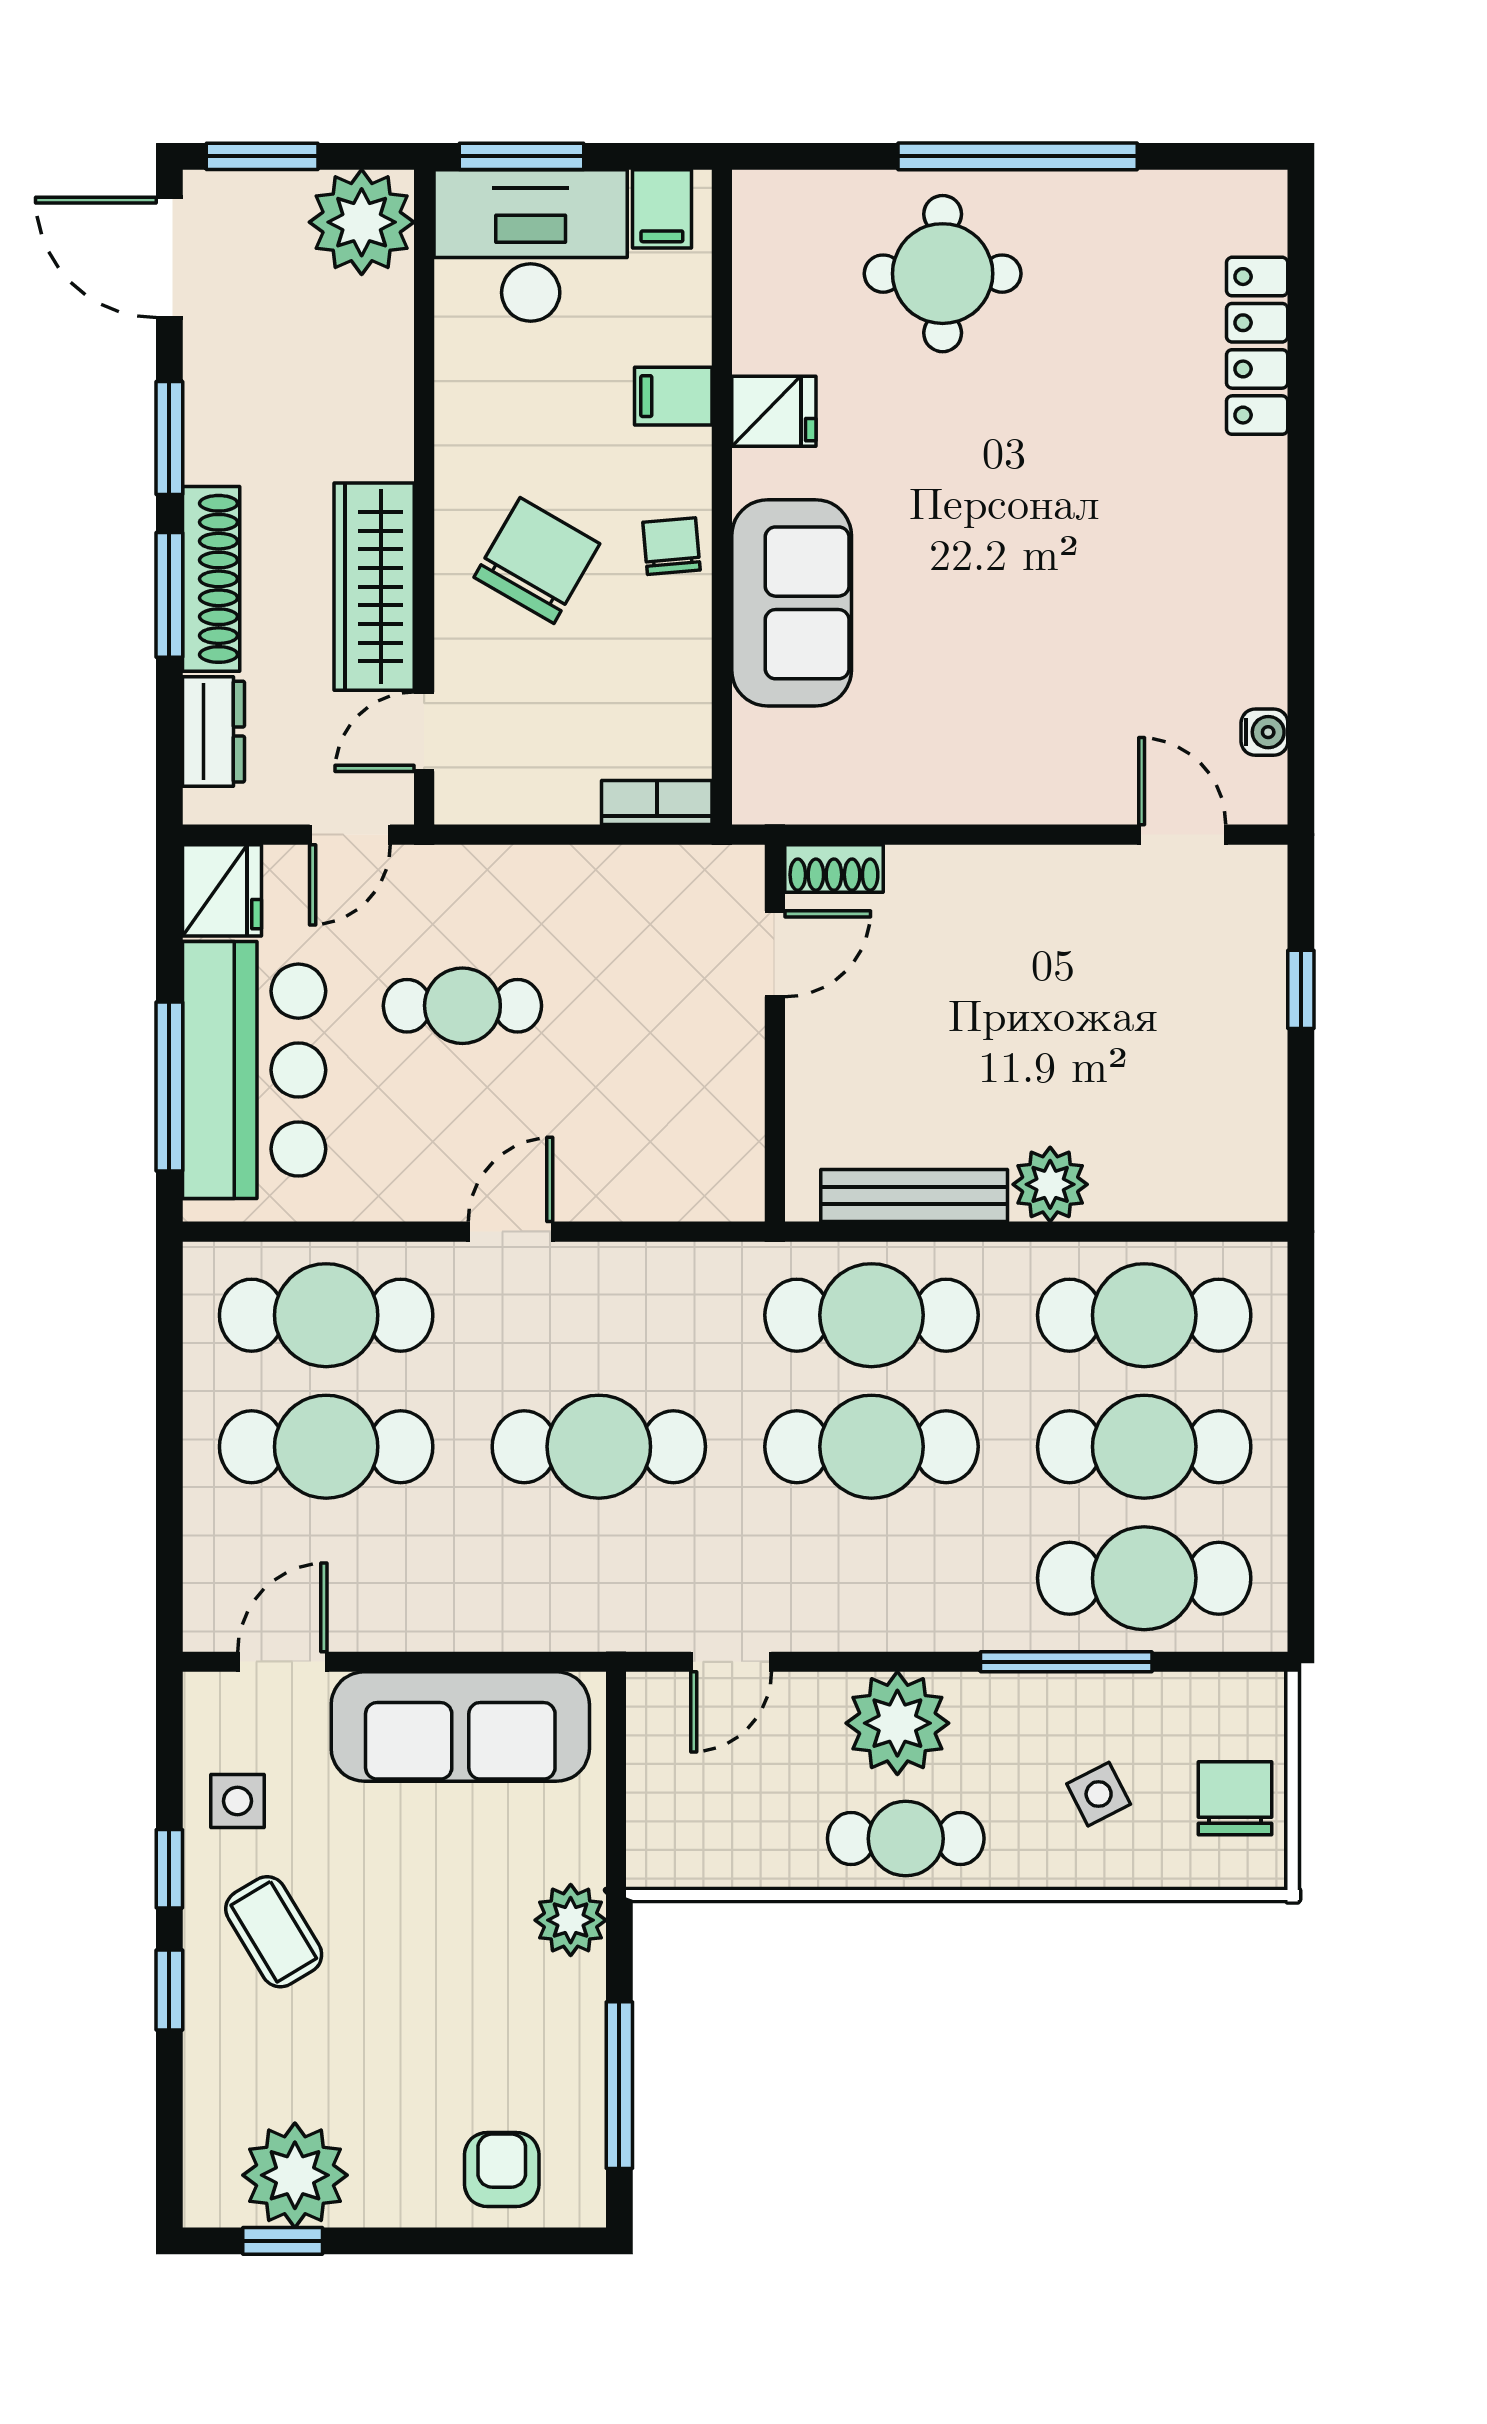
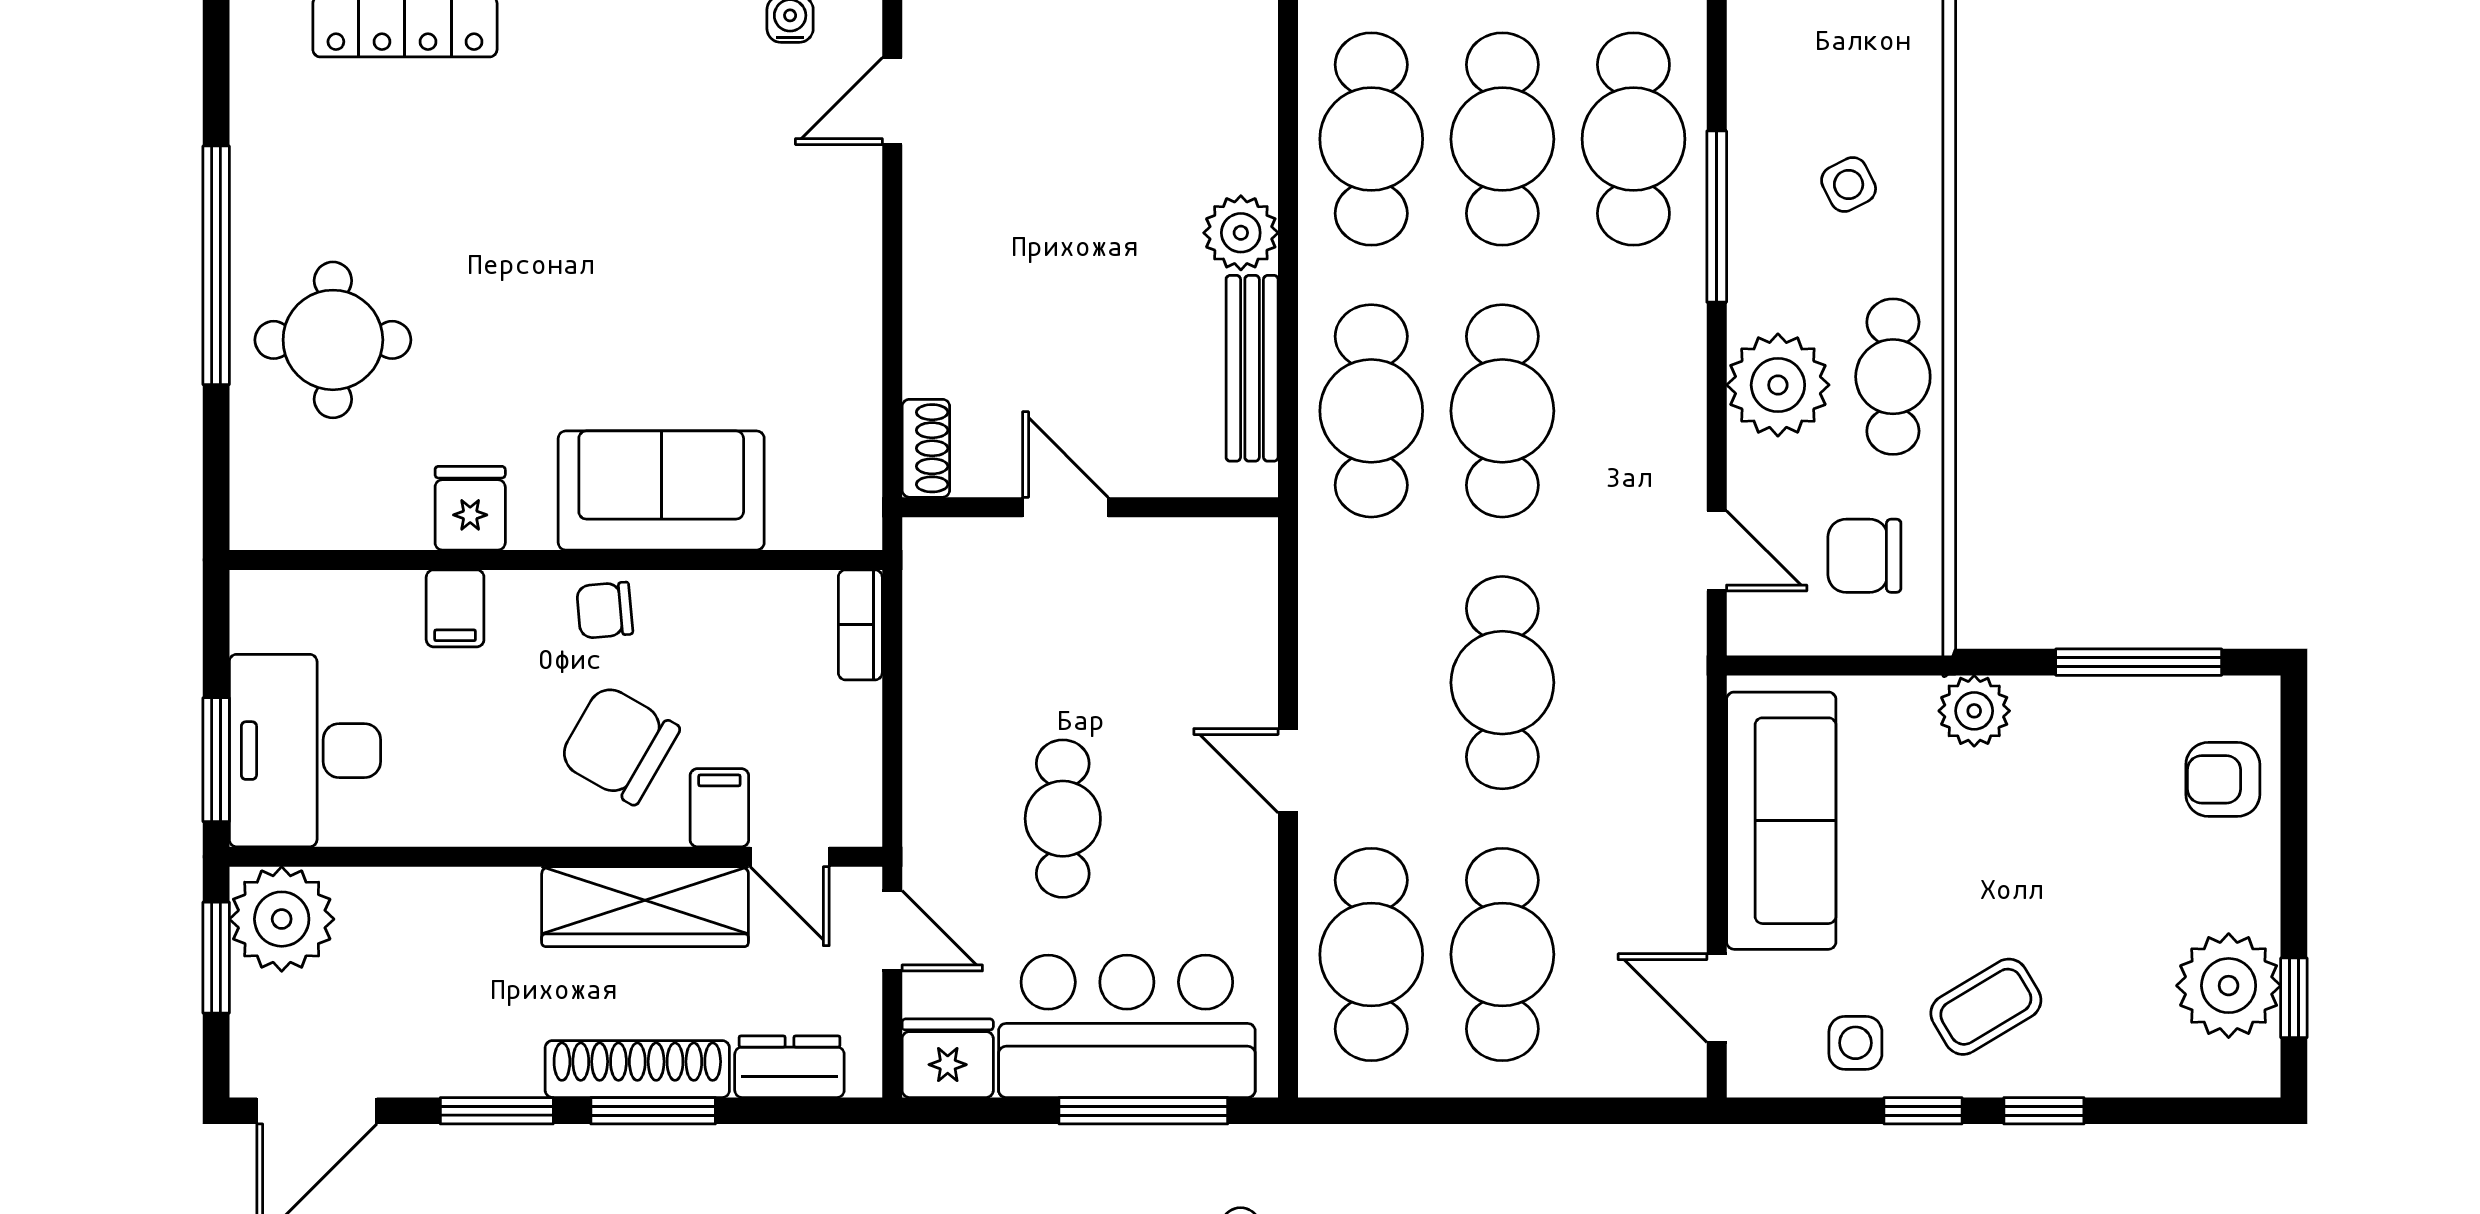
window: (262, 156) -> (216, 958), moved
filing cabinet: (662, 209) -> (719, 808), moved, turned -90
door: (775, 954) -> (1065, 507), moved
chair: (1235, 1798) -> (1864, 556), moved

